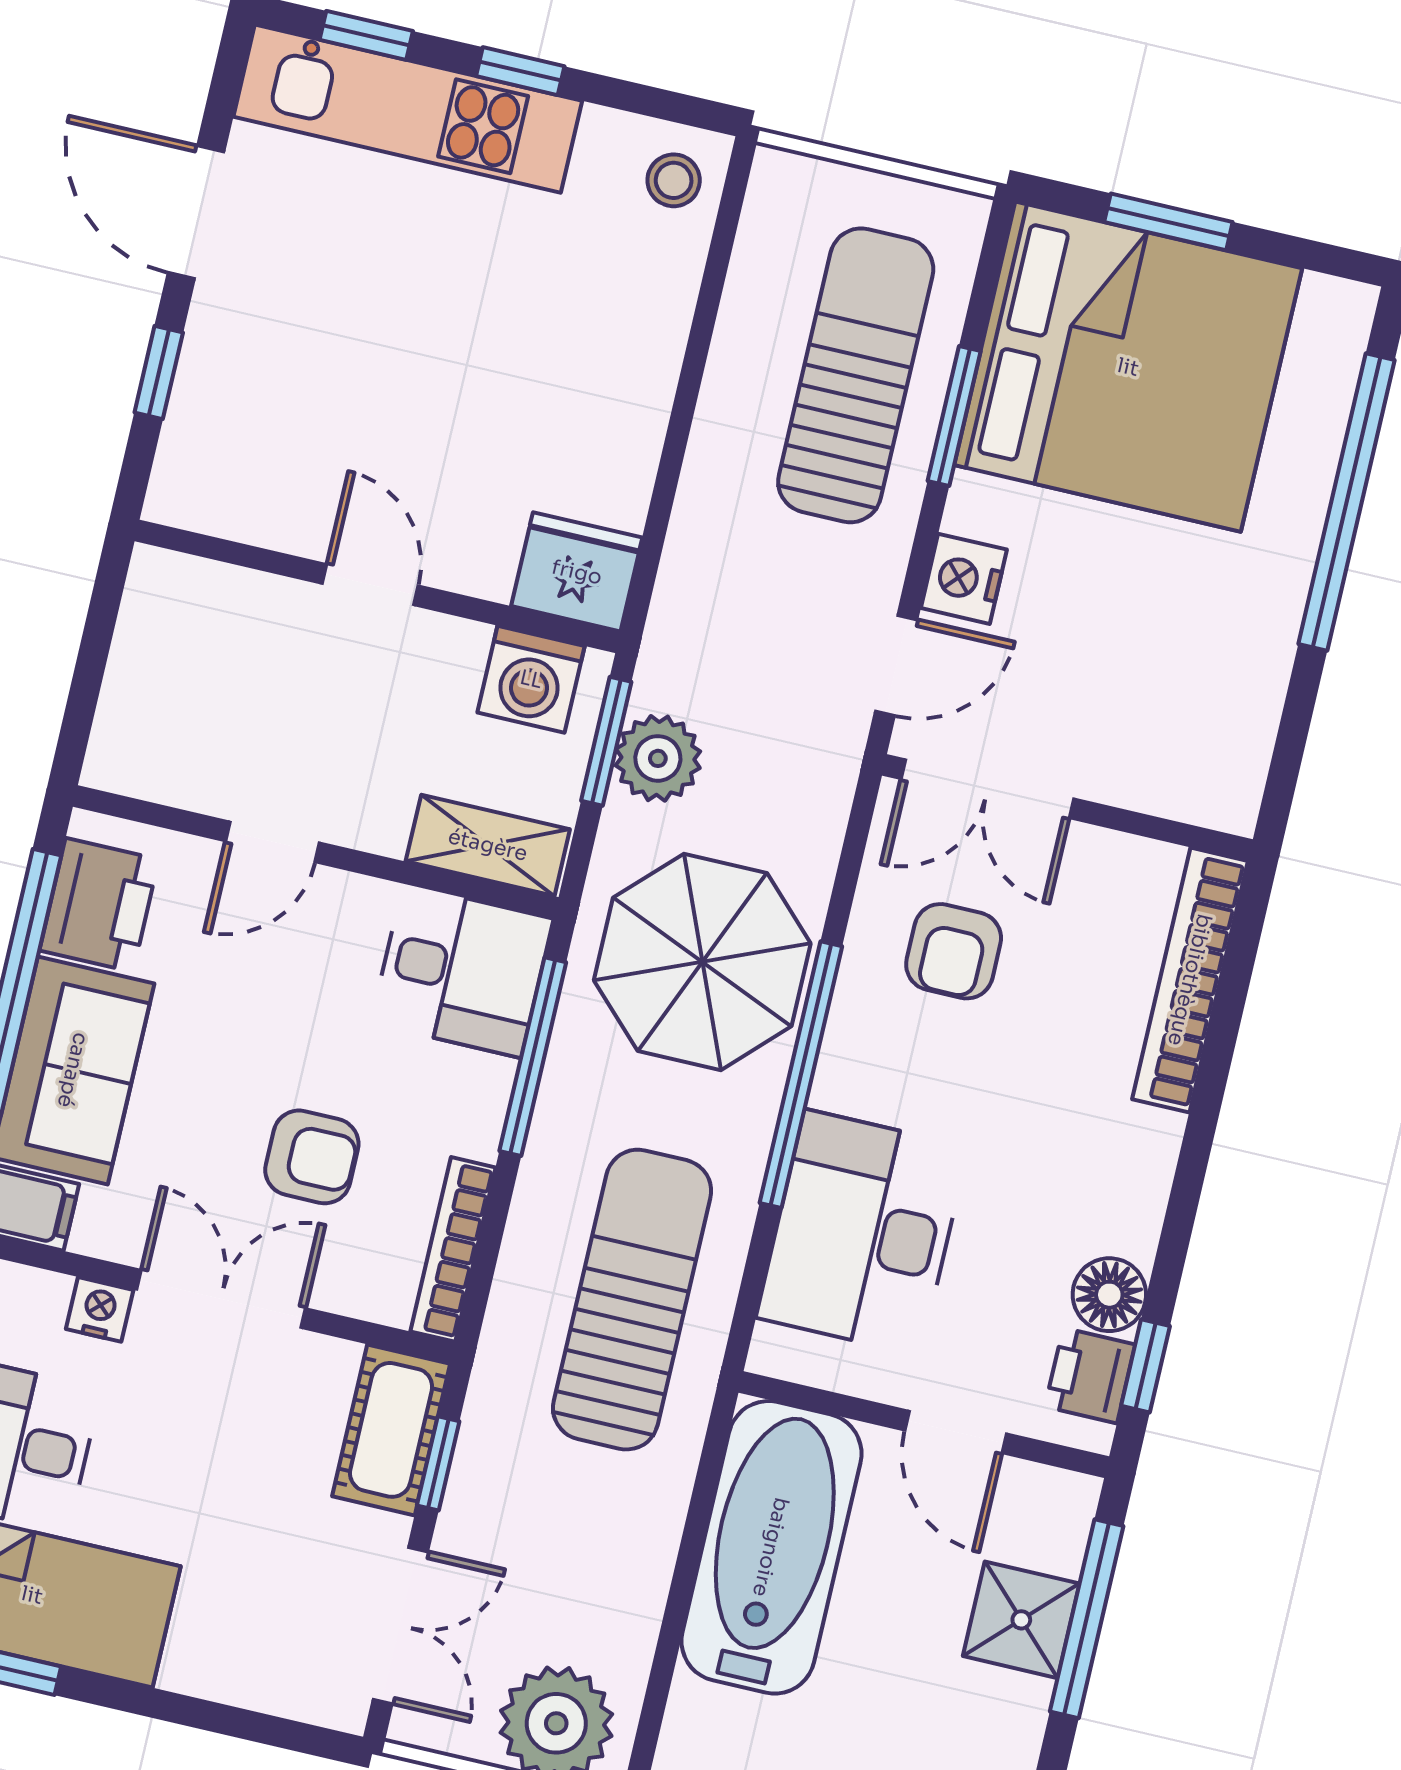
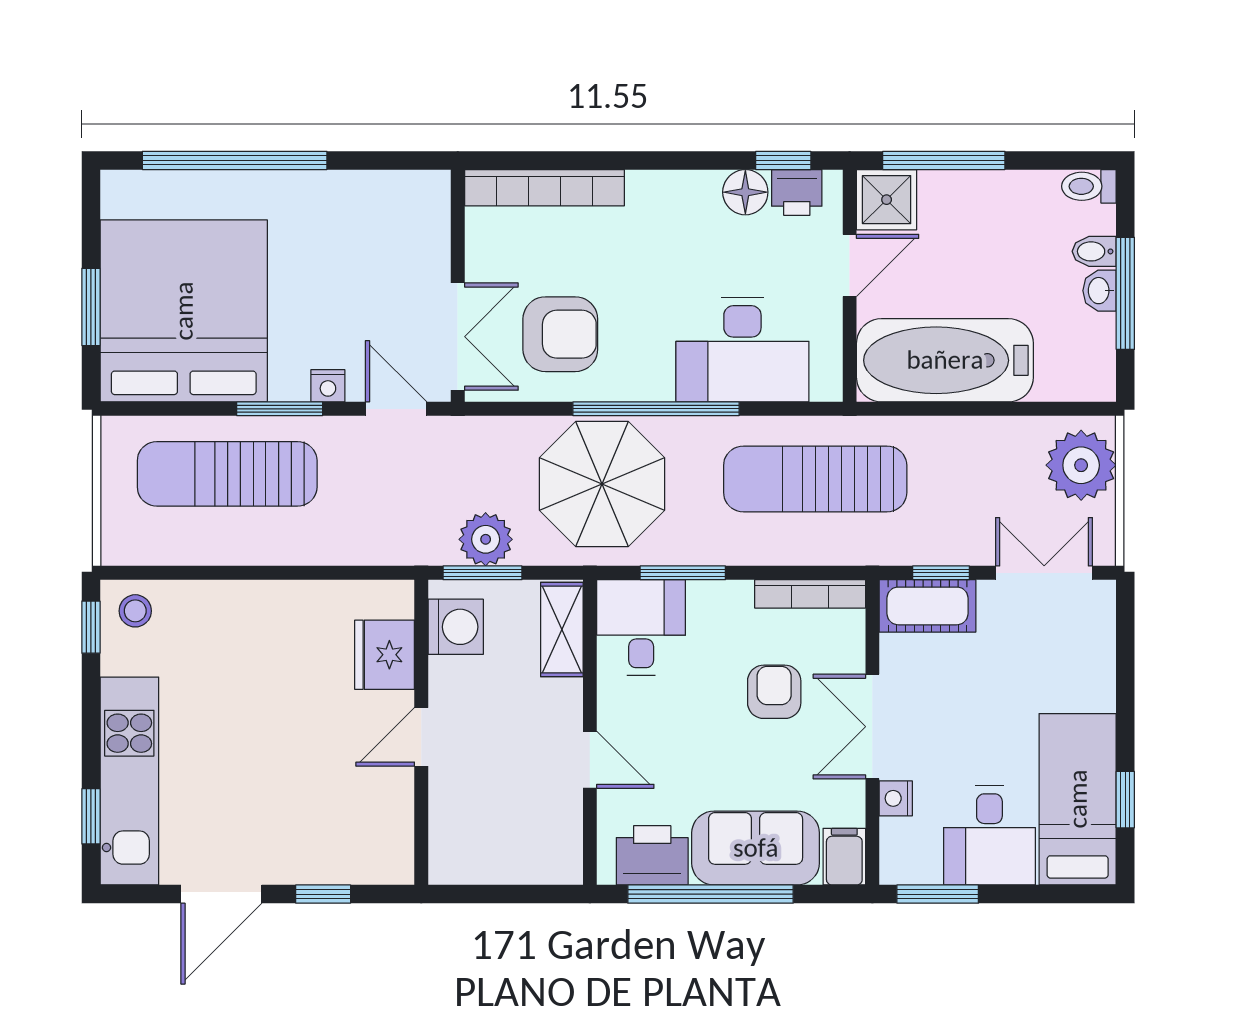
window: (520, 71) -> (91, 627), moved
window: (954, 416) -> (280, 409), moved
fridge: (577, 572) -> (385, 655), moved
nightstand: (964, 579) -> (328, 386), width x0.72, depth x0.74
armchair: (954, 951) -> (560, 334), width x1.38, depth x1.38
window: (533, 1057) -> (683, 573), width x0.69
shower: (1021, 1620) -> (887, 200), moved

